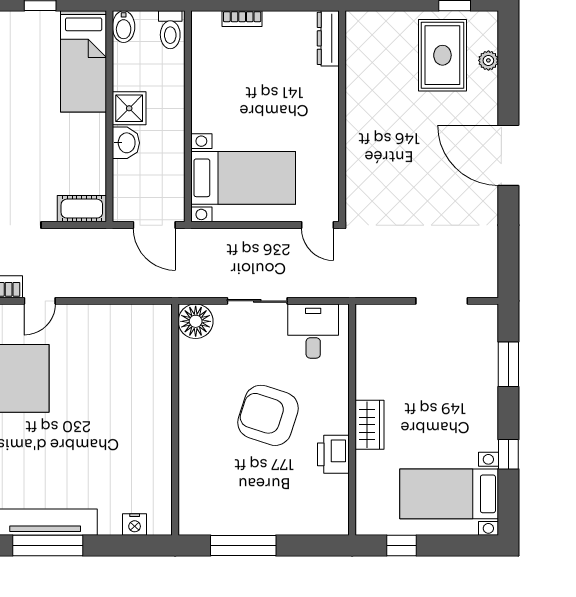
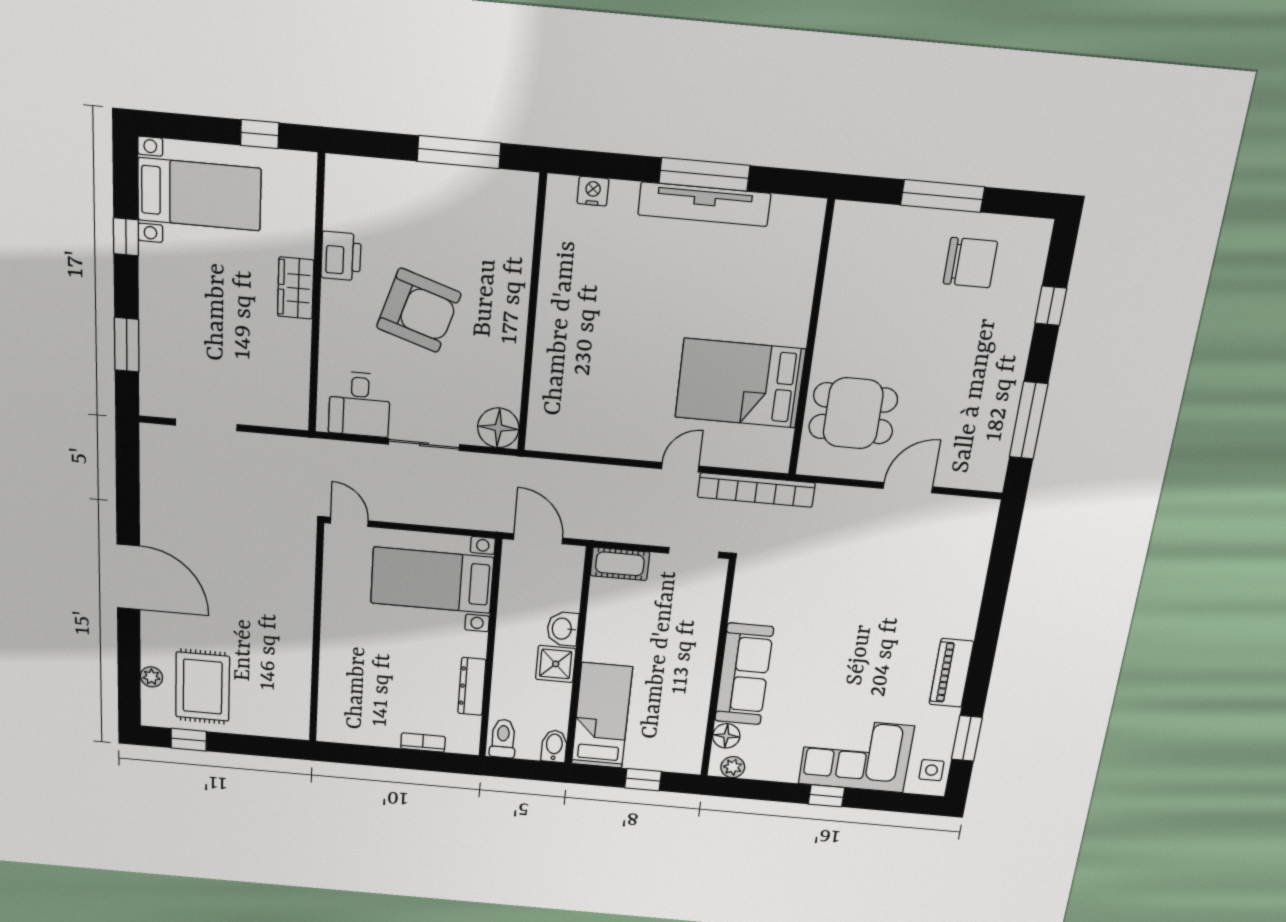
dresser: (328, 38) -> (472, 686), moved, turned 180

